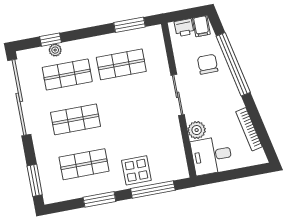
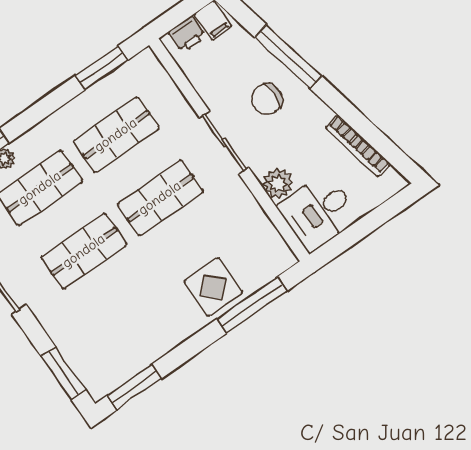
chair: (208, 64) -> (267, 99), moved, turned -90
window: (233, 64) -> (288, 57), width x0.68
shop shelf: (84, 164) -> (160, 198), moved
window: (99, 199) -> (134, 387), moved

